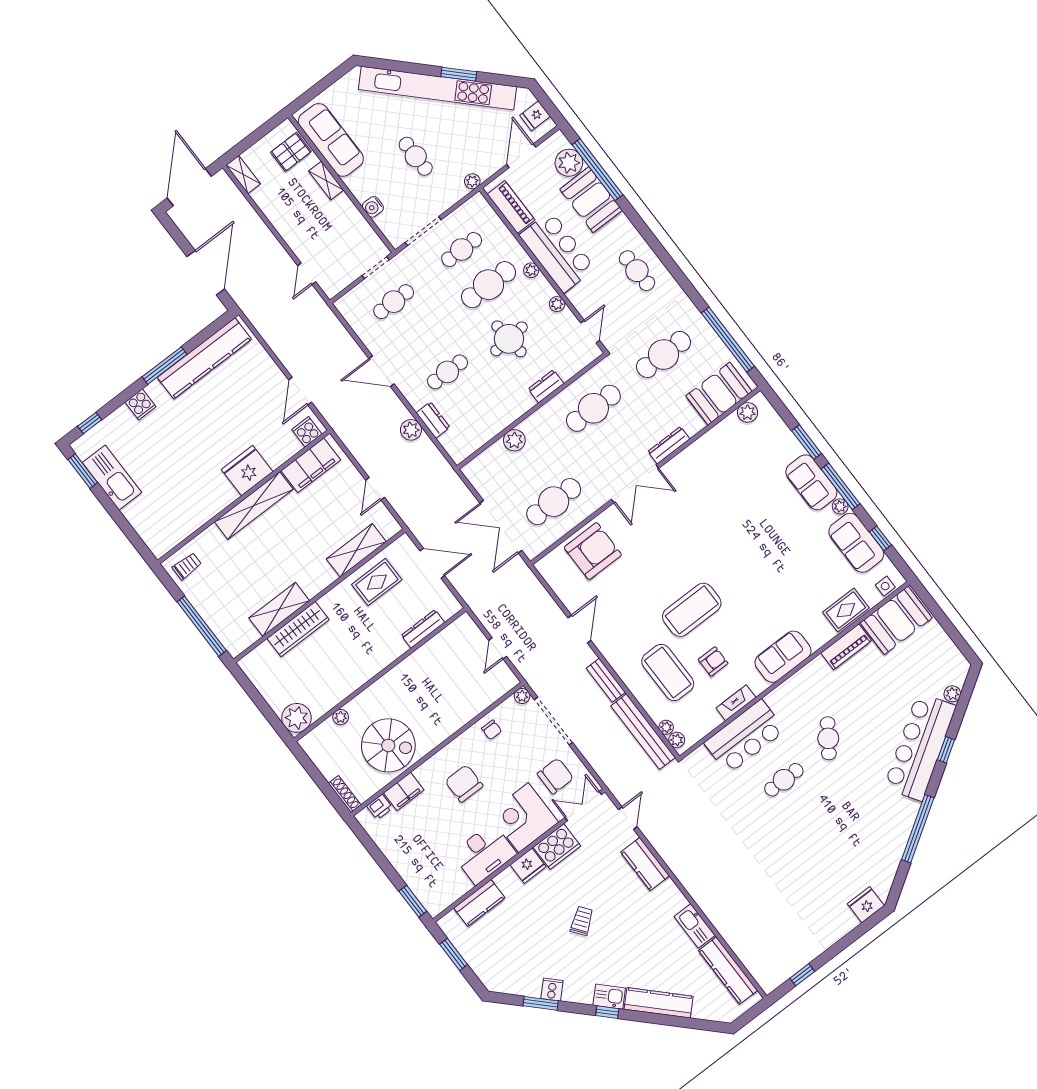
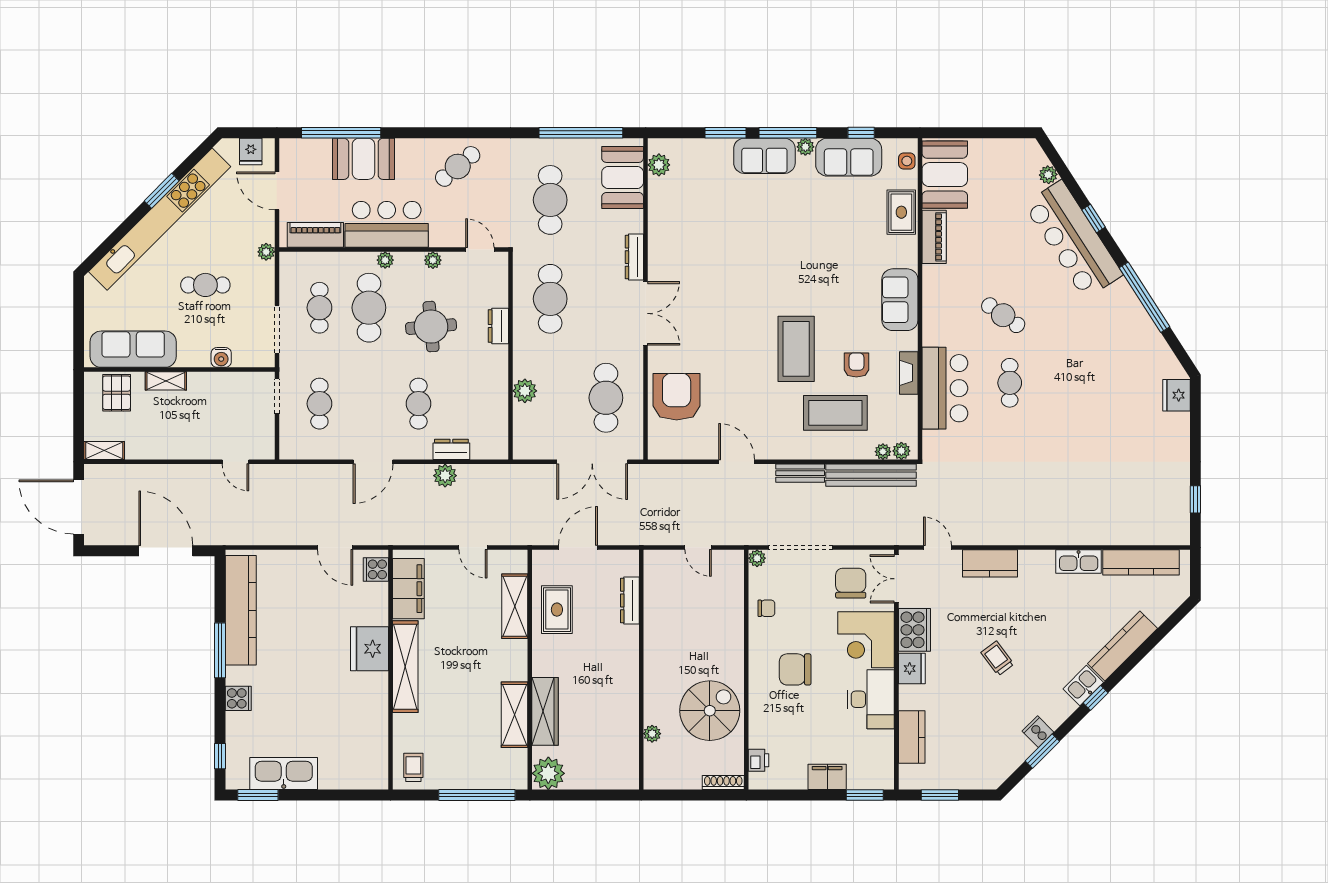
plant: (569, 163) -> (316, 153), removed
cafe table: (637, 271) -> (458, 166), turned -39
plant: (297, 718) -> (548, 773), moved
filing cabinet: (404, 792) -> (827, 777), moved, turned -90

